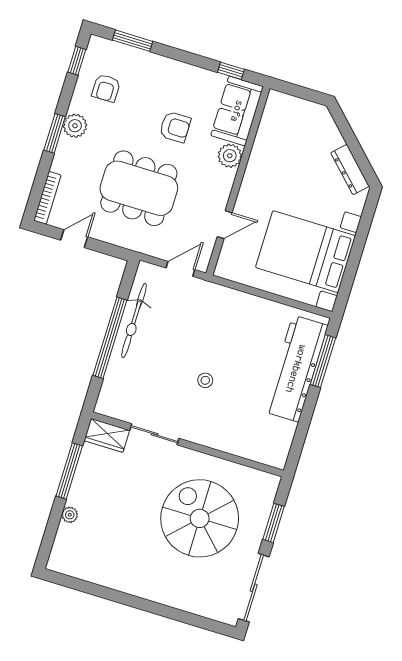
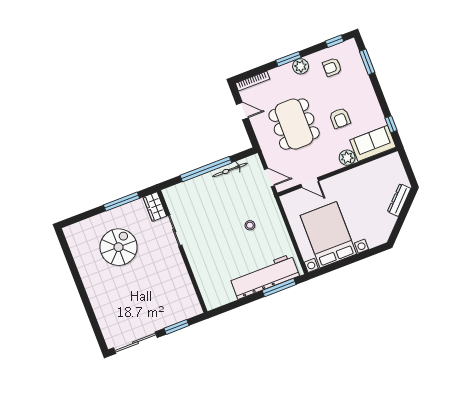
dresser: (350, 169) -> (399, 200), moved
bicycle: (134, 321) -> (230, 170), width x0.73, depth x0.71
stool: (205, 380) -> (250, 225), moved
plant: (70, 515) -> (99, 219), removed
spiral stairs: (200, 518) -> (119, 247), moved, width x0.73, depth x0.73

